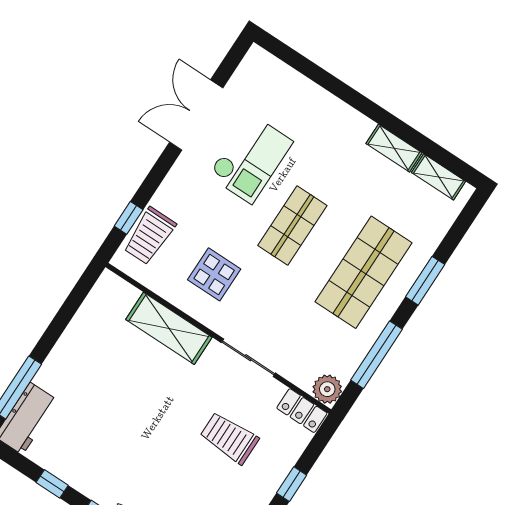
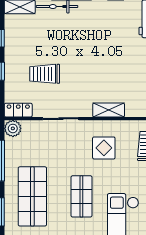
shelving: (169, 328) -> (109, 110), width x0.67, depth x0.75
trolley: (229, 438) -> (45, 74), turned 180

